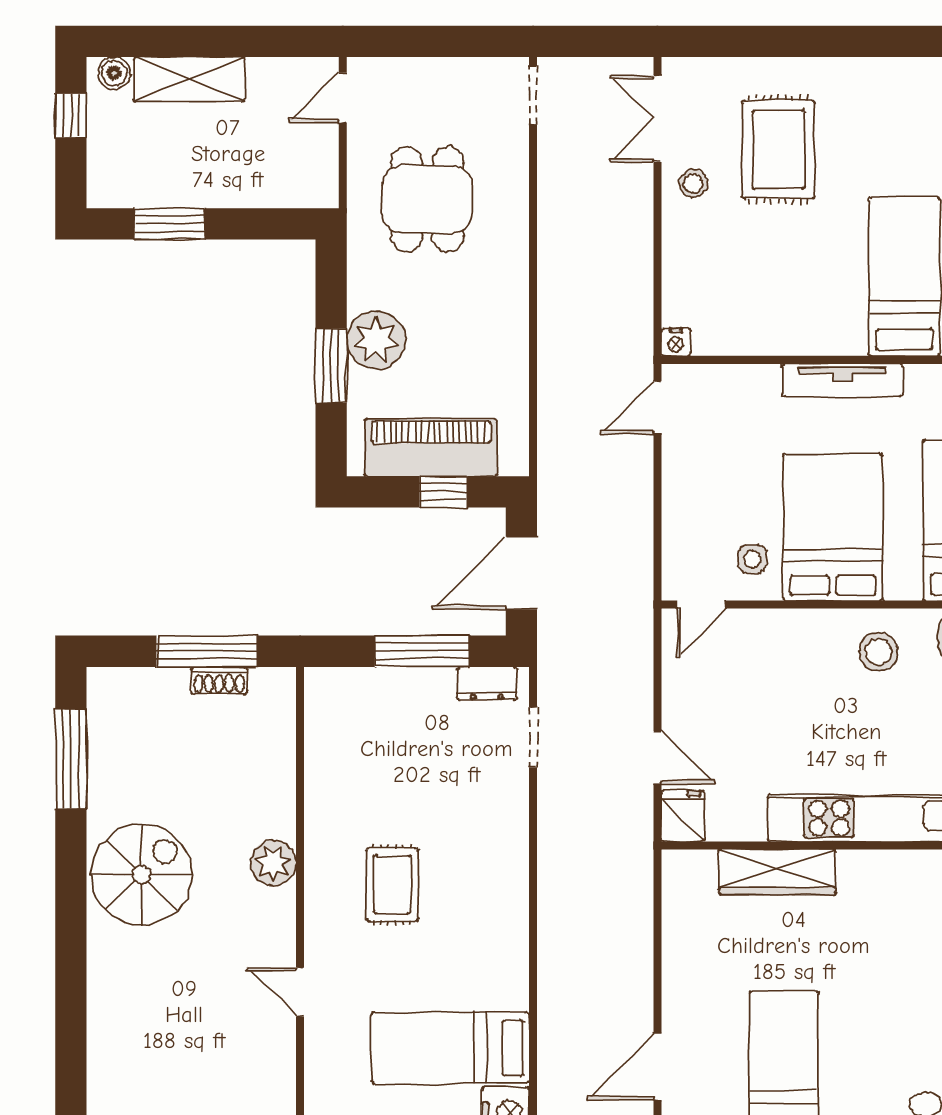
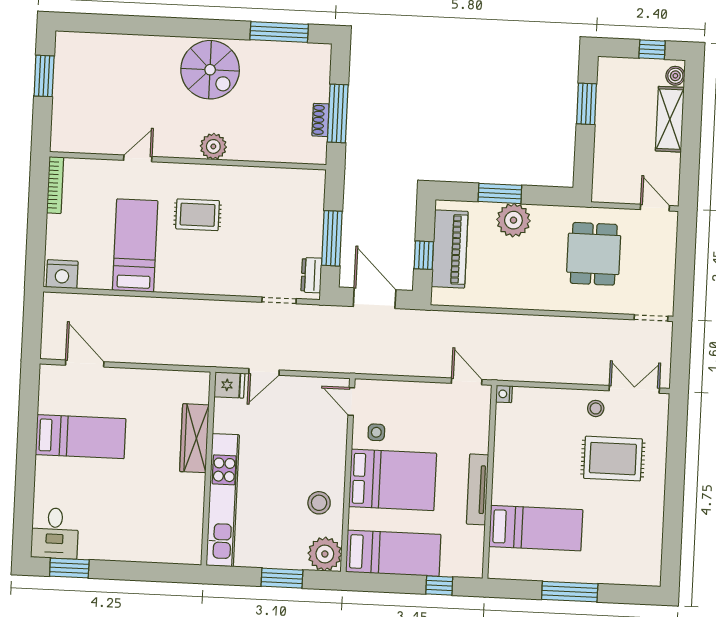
dining table: (427, 199) -> (594, 254), turned 90
bed: (450, 1048) -> (135, 245), moved

